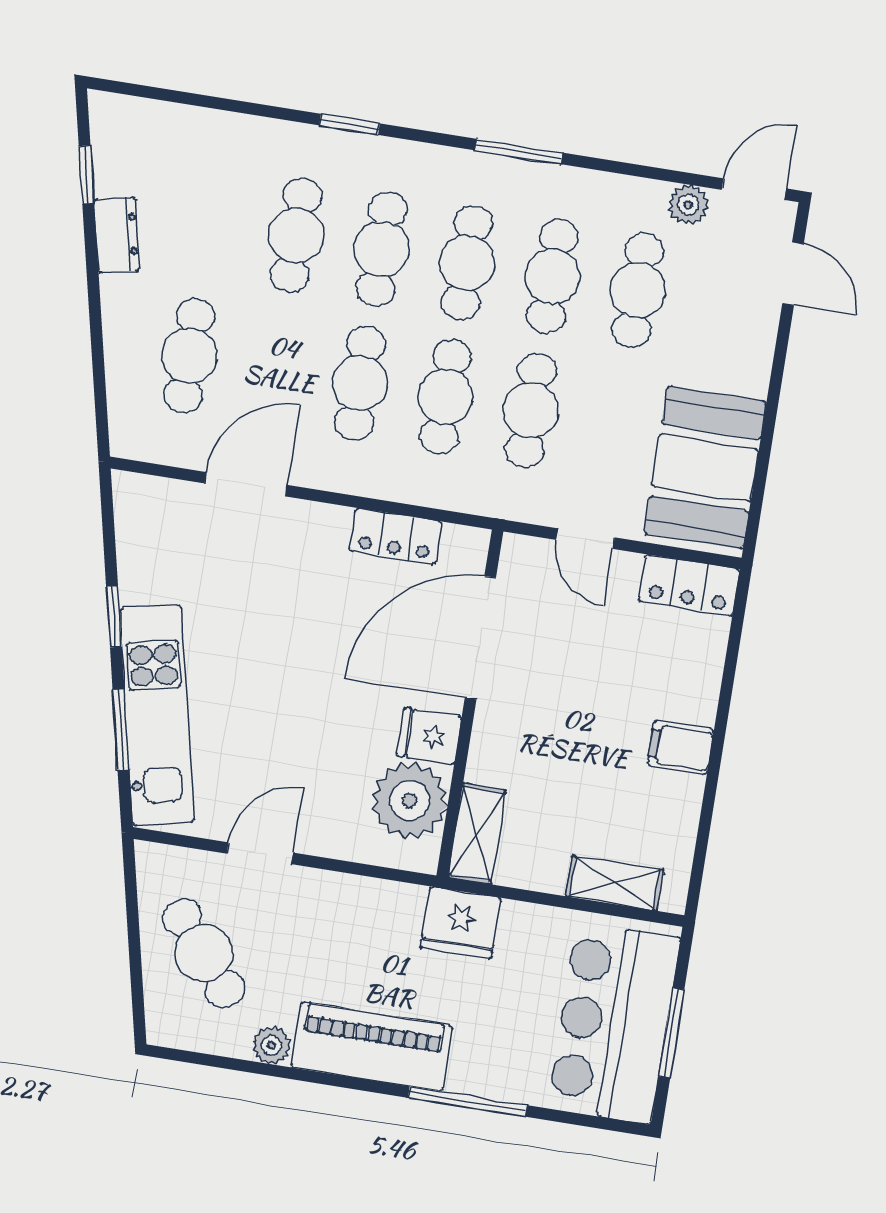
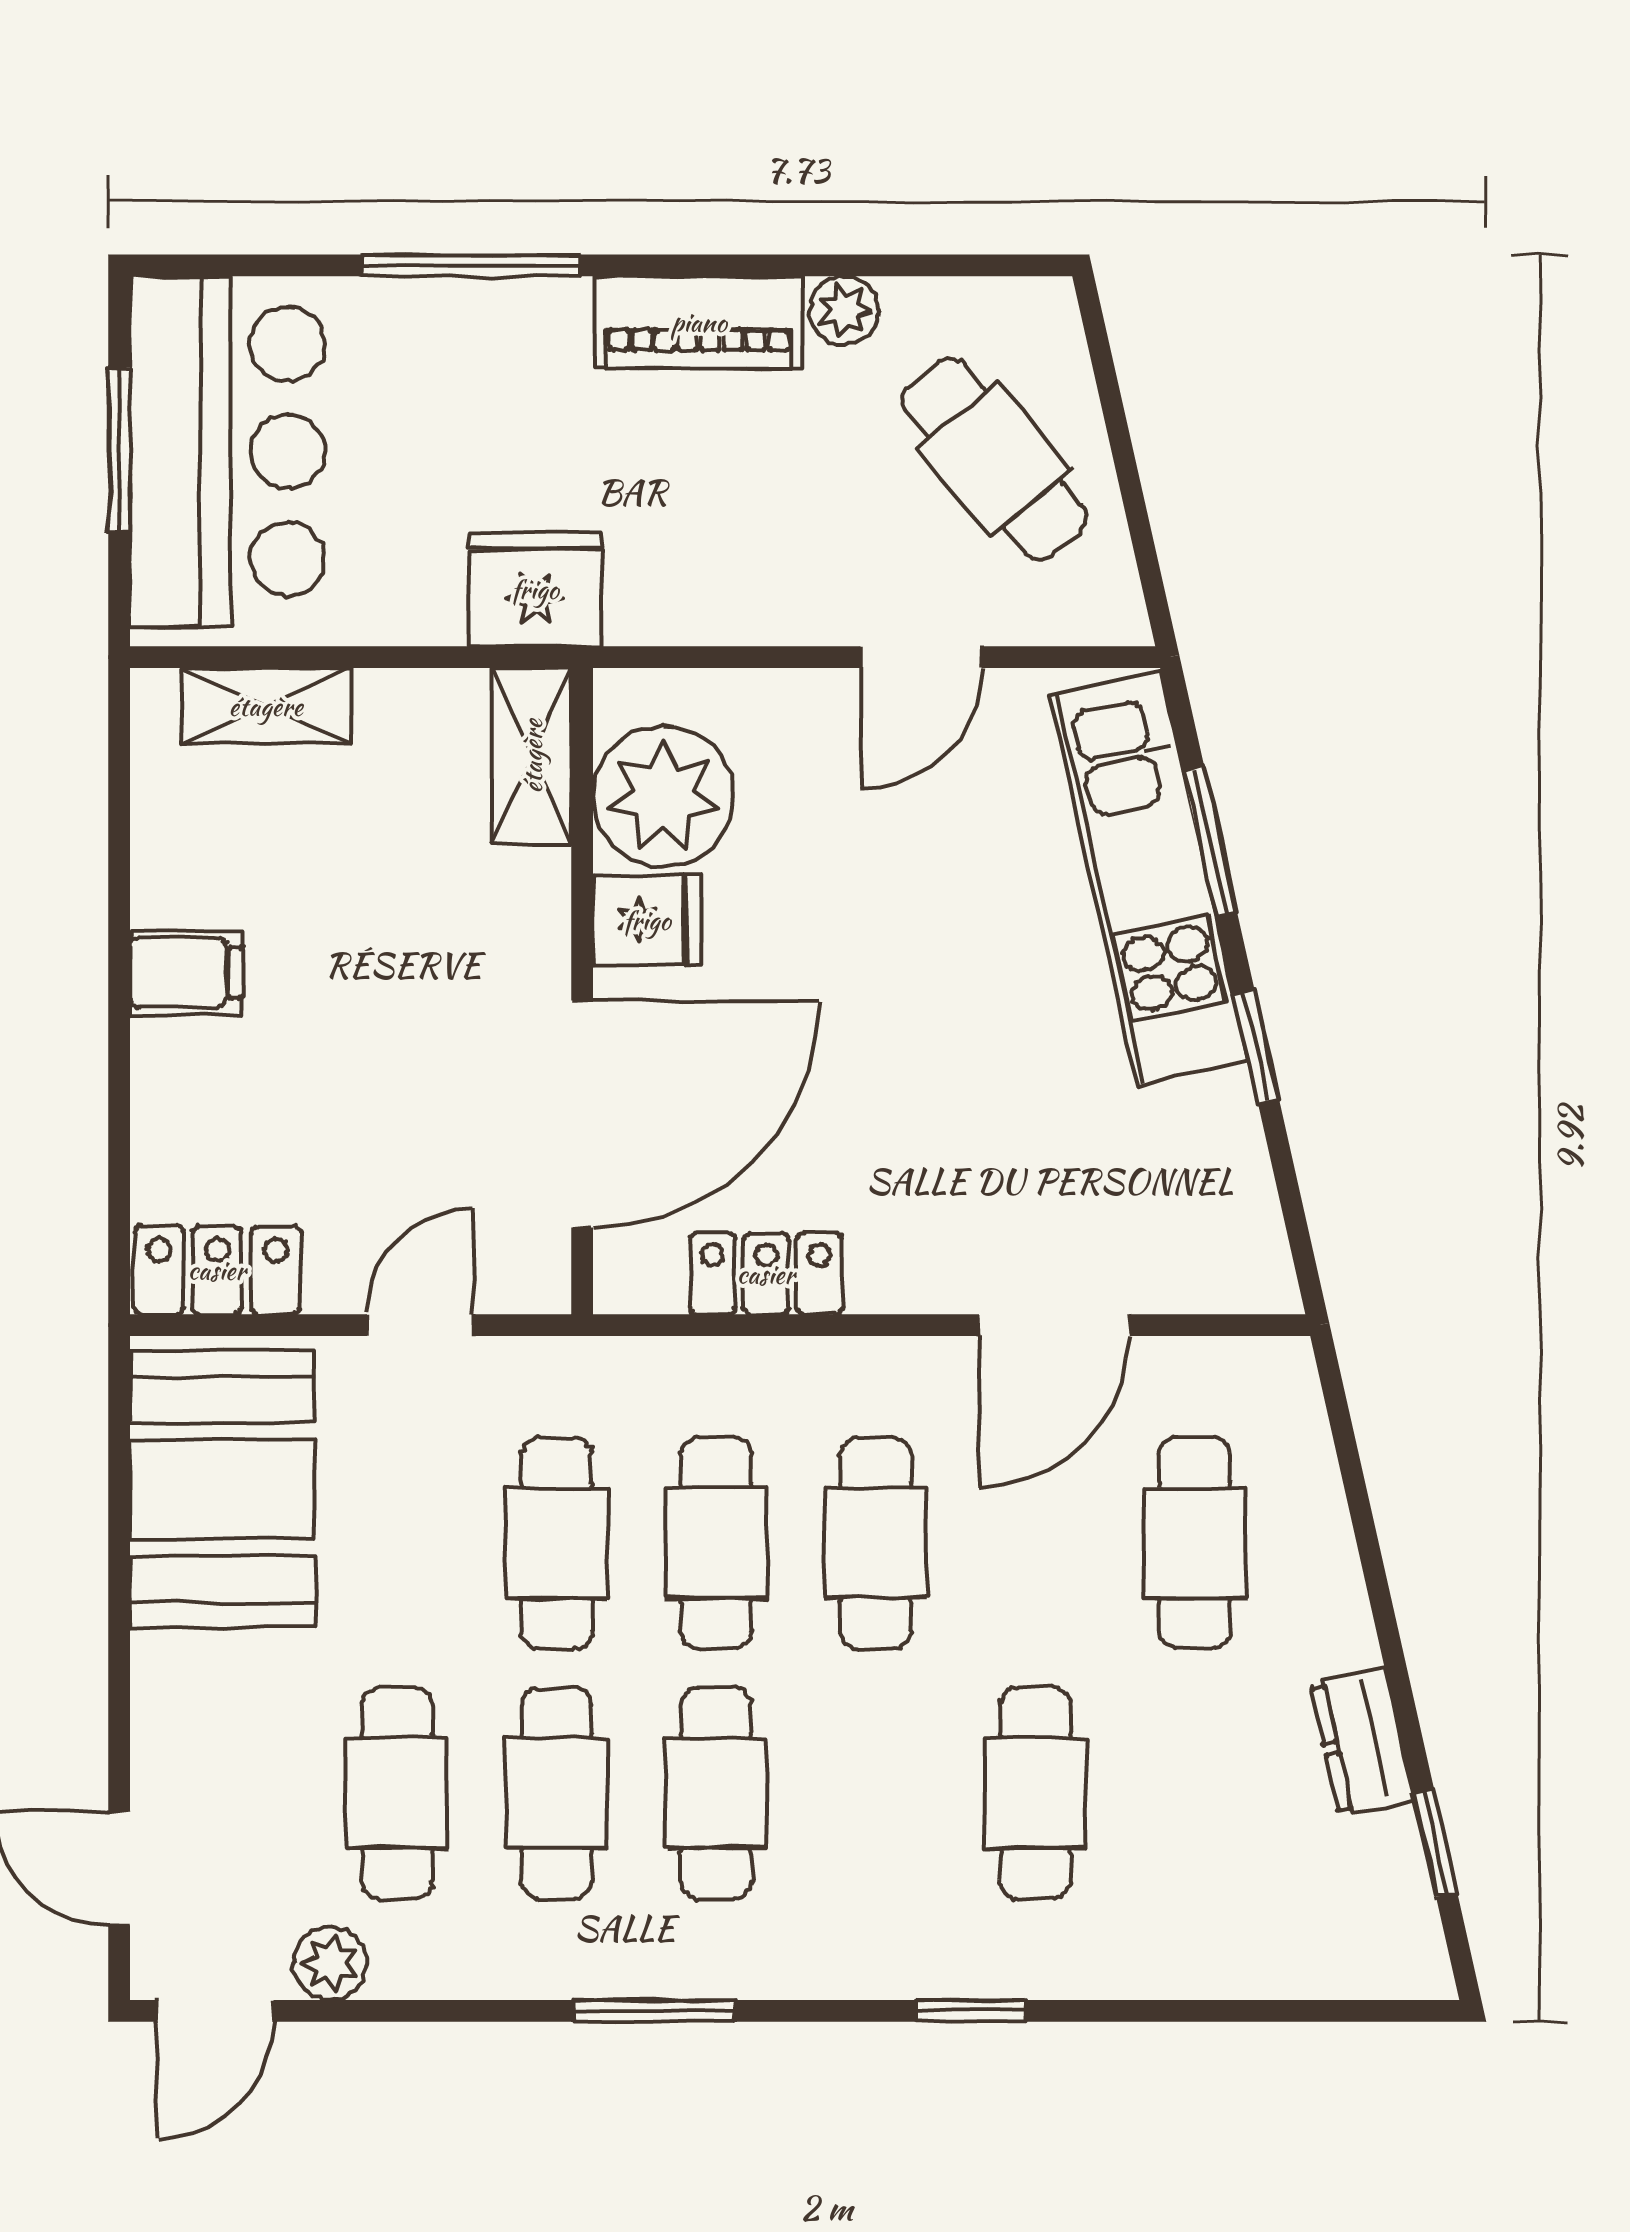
cafe table: (382, 249) -> (876, 1793), removed
door: (585, 539) -> (420, 1325), hinge flipped
piano: (372, 1047) -> (699, 322), width x0.73, depth x0.75

